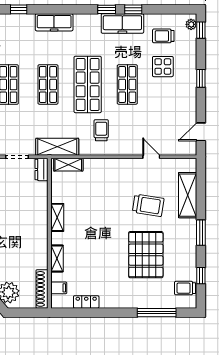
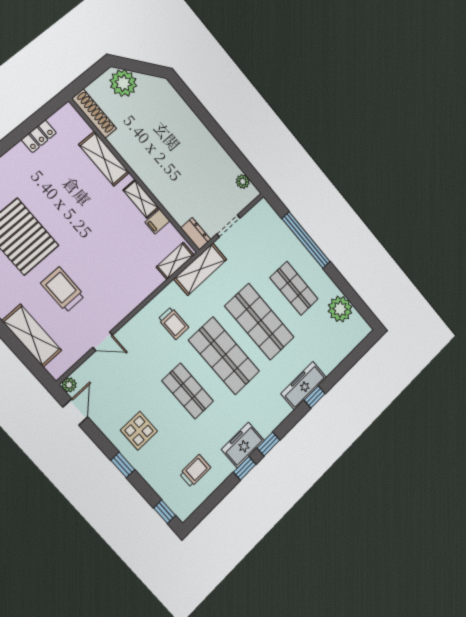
window: (19, 9) -> (315, 397), moved
freezer: (122, 23) -> (243, 445), width x0.71
plant: (191, 24) -> (69, 385), moved
display table: (163, 67) -> (139, 431), moved
shop shelf: (48, 84) -> (260, 322), width x1.43, depth x1.36
trolley: (148, 205) -> (63, 290), turned 81
shelving: (57, 258) -> (104, 159), width x1.50, depth x1.33
filing cabinet: (59, 288) -> (158, 222), moved

